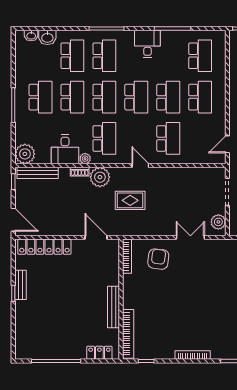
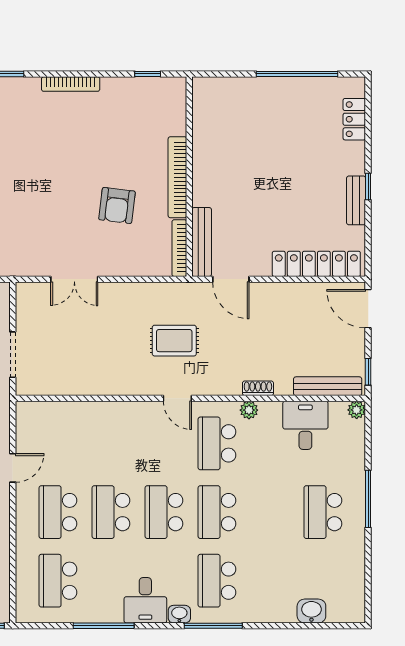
washbasin: (31, 36) -> (179, 614), moved
school desk: (72, 56) -> (270, 581), removed
school desk: (72, 97) -> (270, 512), removed
school desk: (168, 138) -> (111, 443), removed
door: (227, 144) -> (13, 468), moved
desk: (65, 149) -> (305, 425), moved
plant: (25, 154) -> (357, 410), width x0.53, depth x0.53
door: (140, 166) -> (177, 398), moved
plant: (100, 177) -> (224, 379), removed
plant: (218, 222) -> (28, 305), removed
armchair: (158, 259) -> (117, 205), moved
bench: (114, 307) -> (202, 242), moved
bookcase: (128, 334) -> (177, 177), moved
locker: (99, 353) -> (354, 119), moved, turned 90

